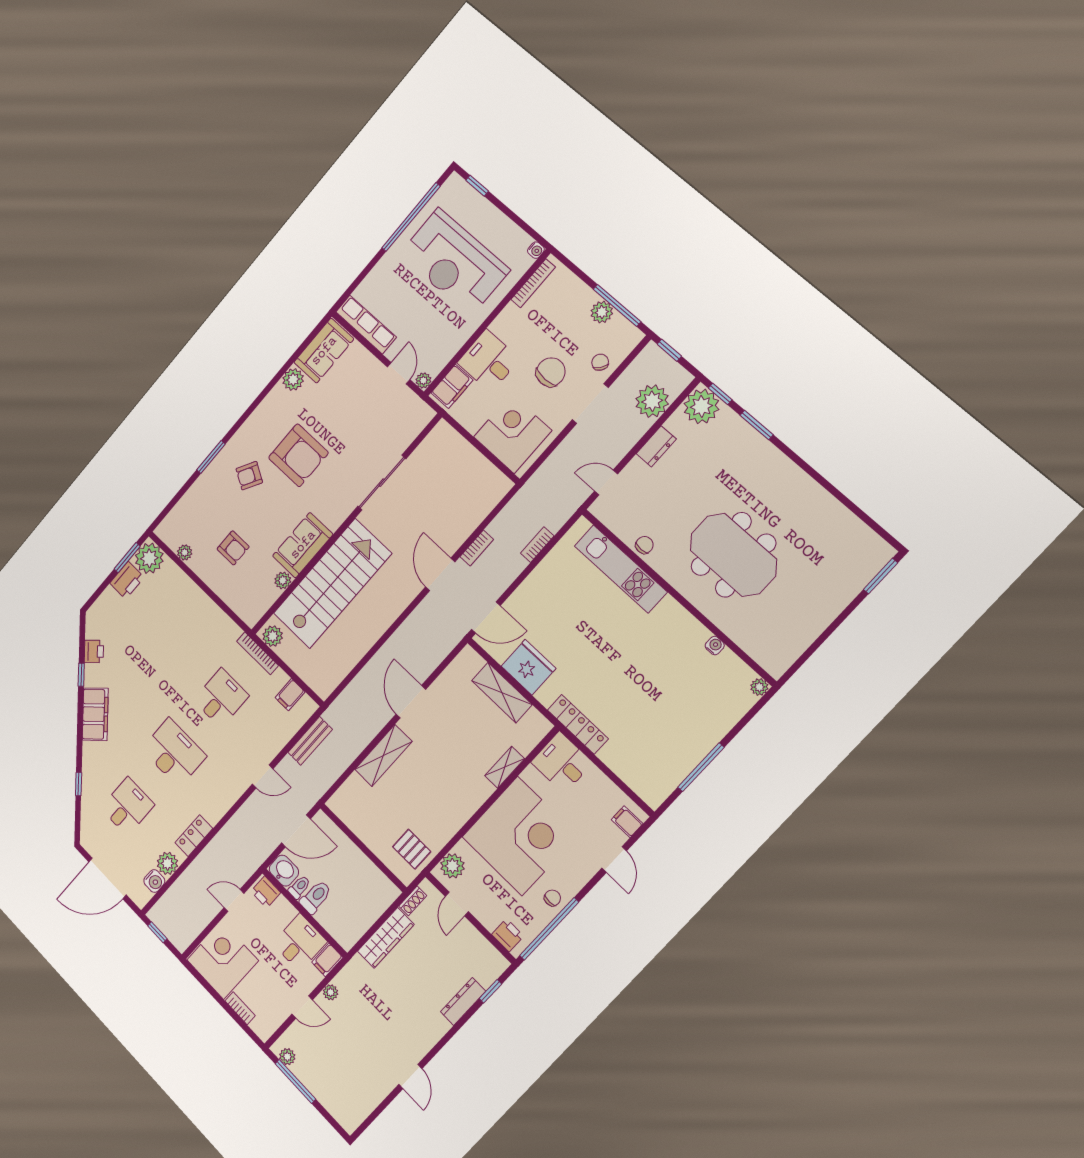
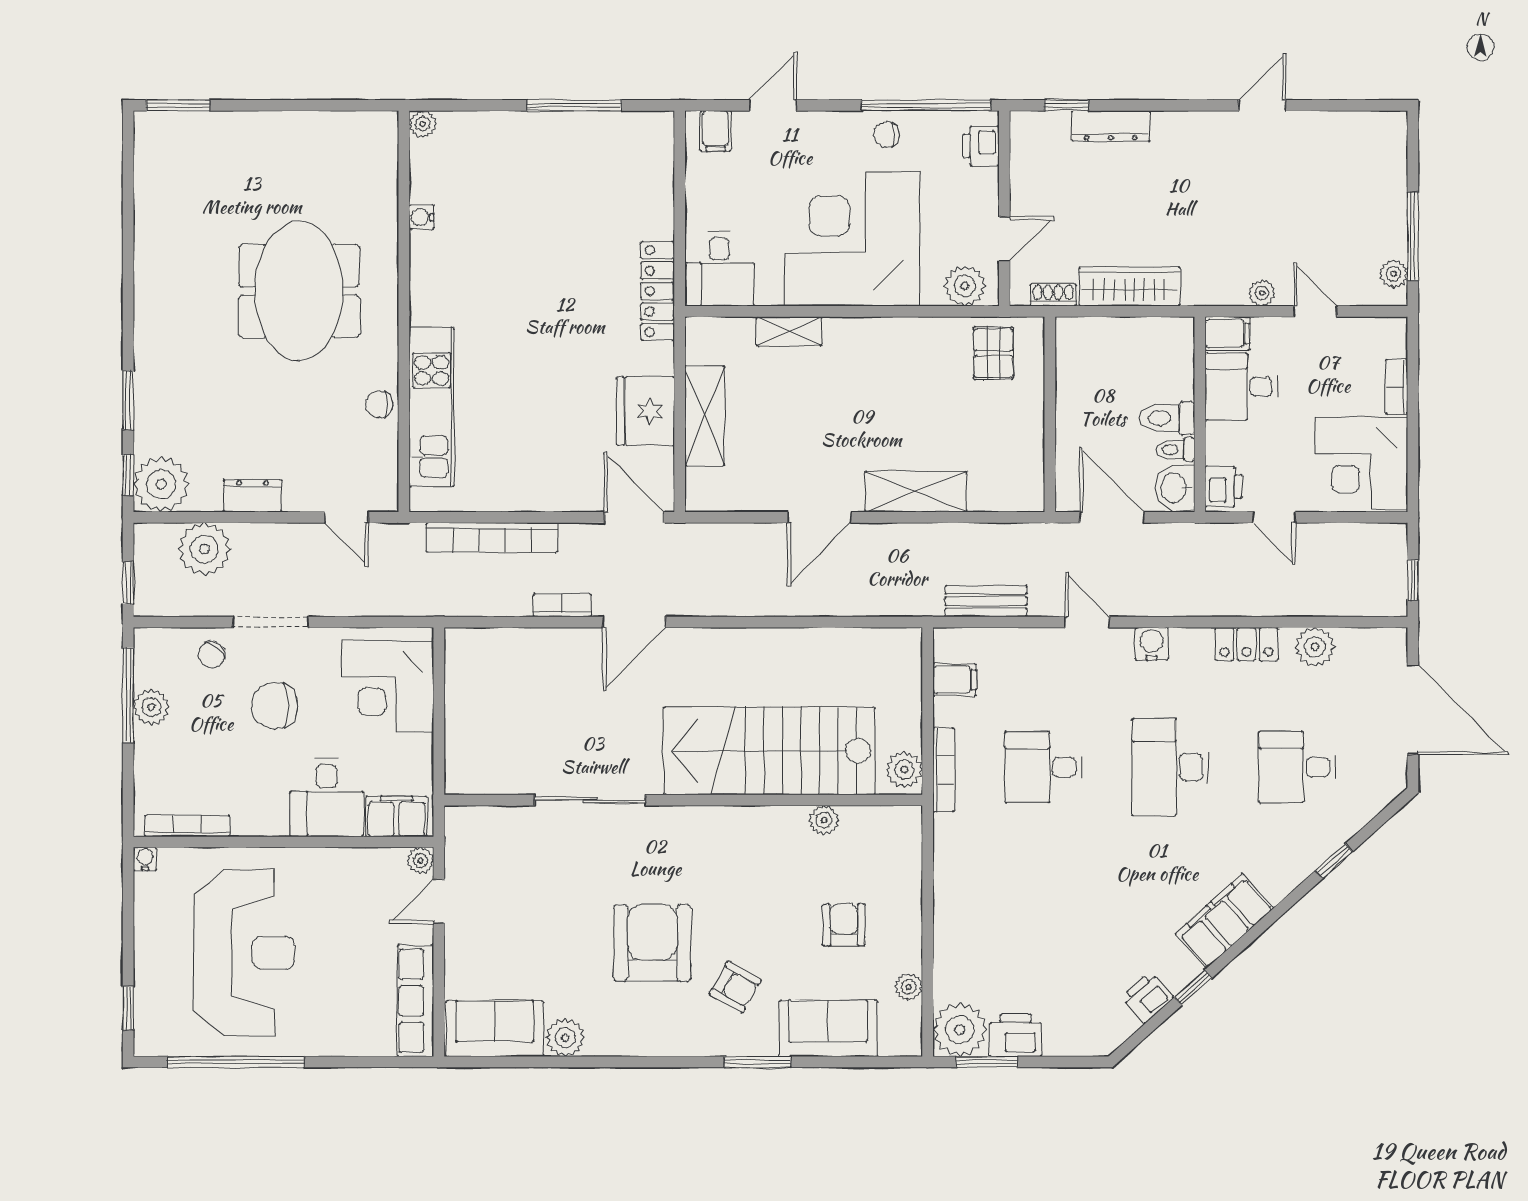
sofa: (303, 545) -> (828, 1028), moved, turned 180
bookcase: (537, 545) -> (492, 537), width x2.31, depth x1.31
water cooler: (154, 881) -> (1152, 644), moved

